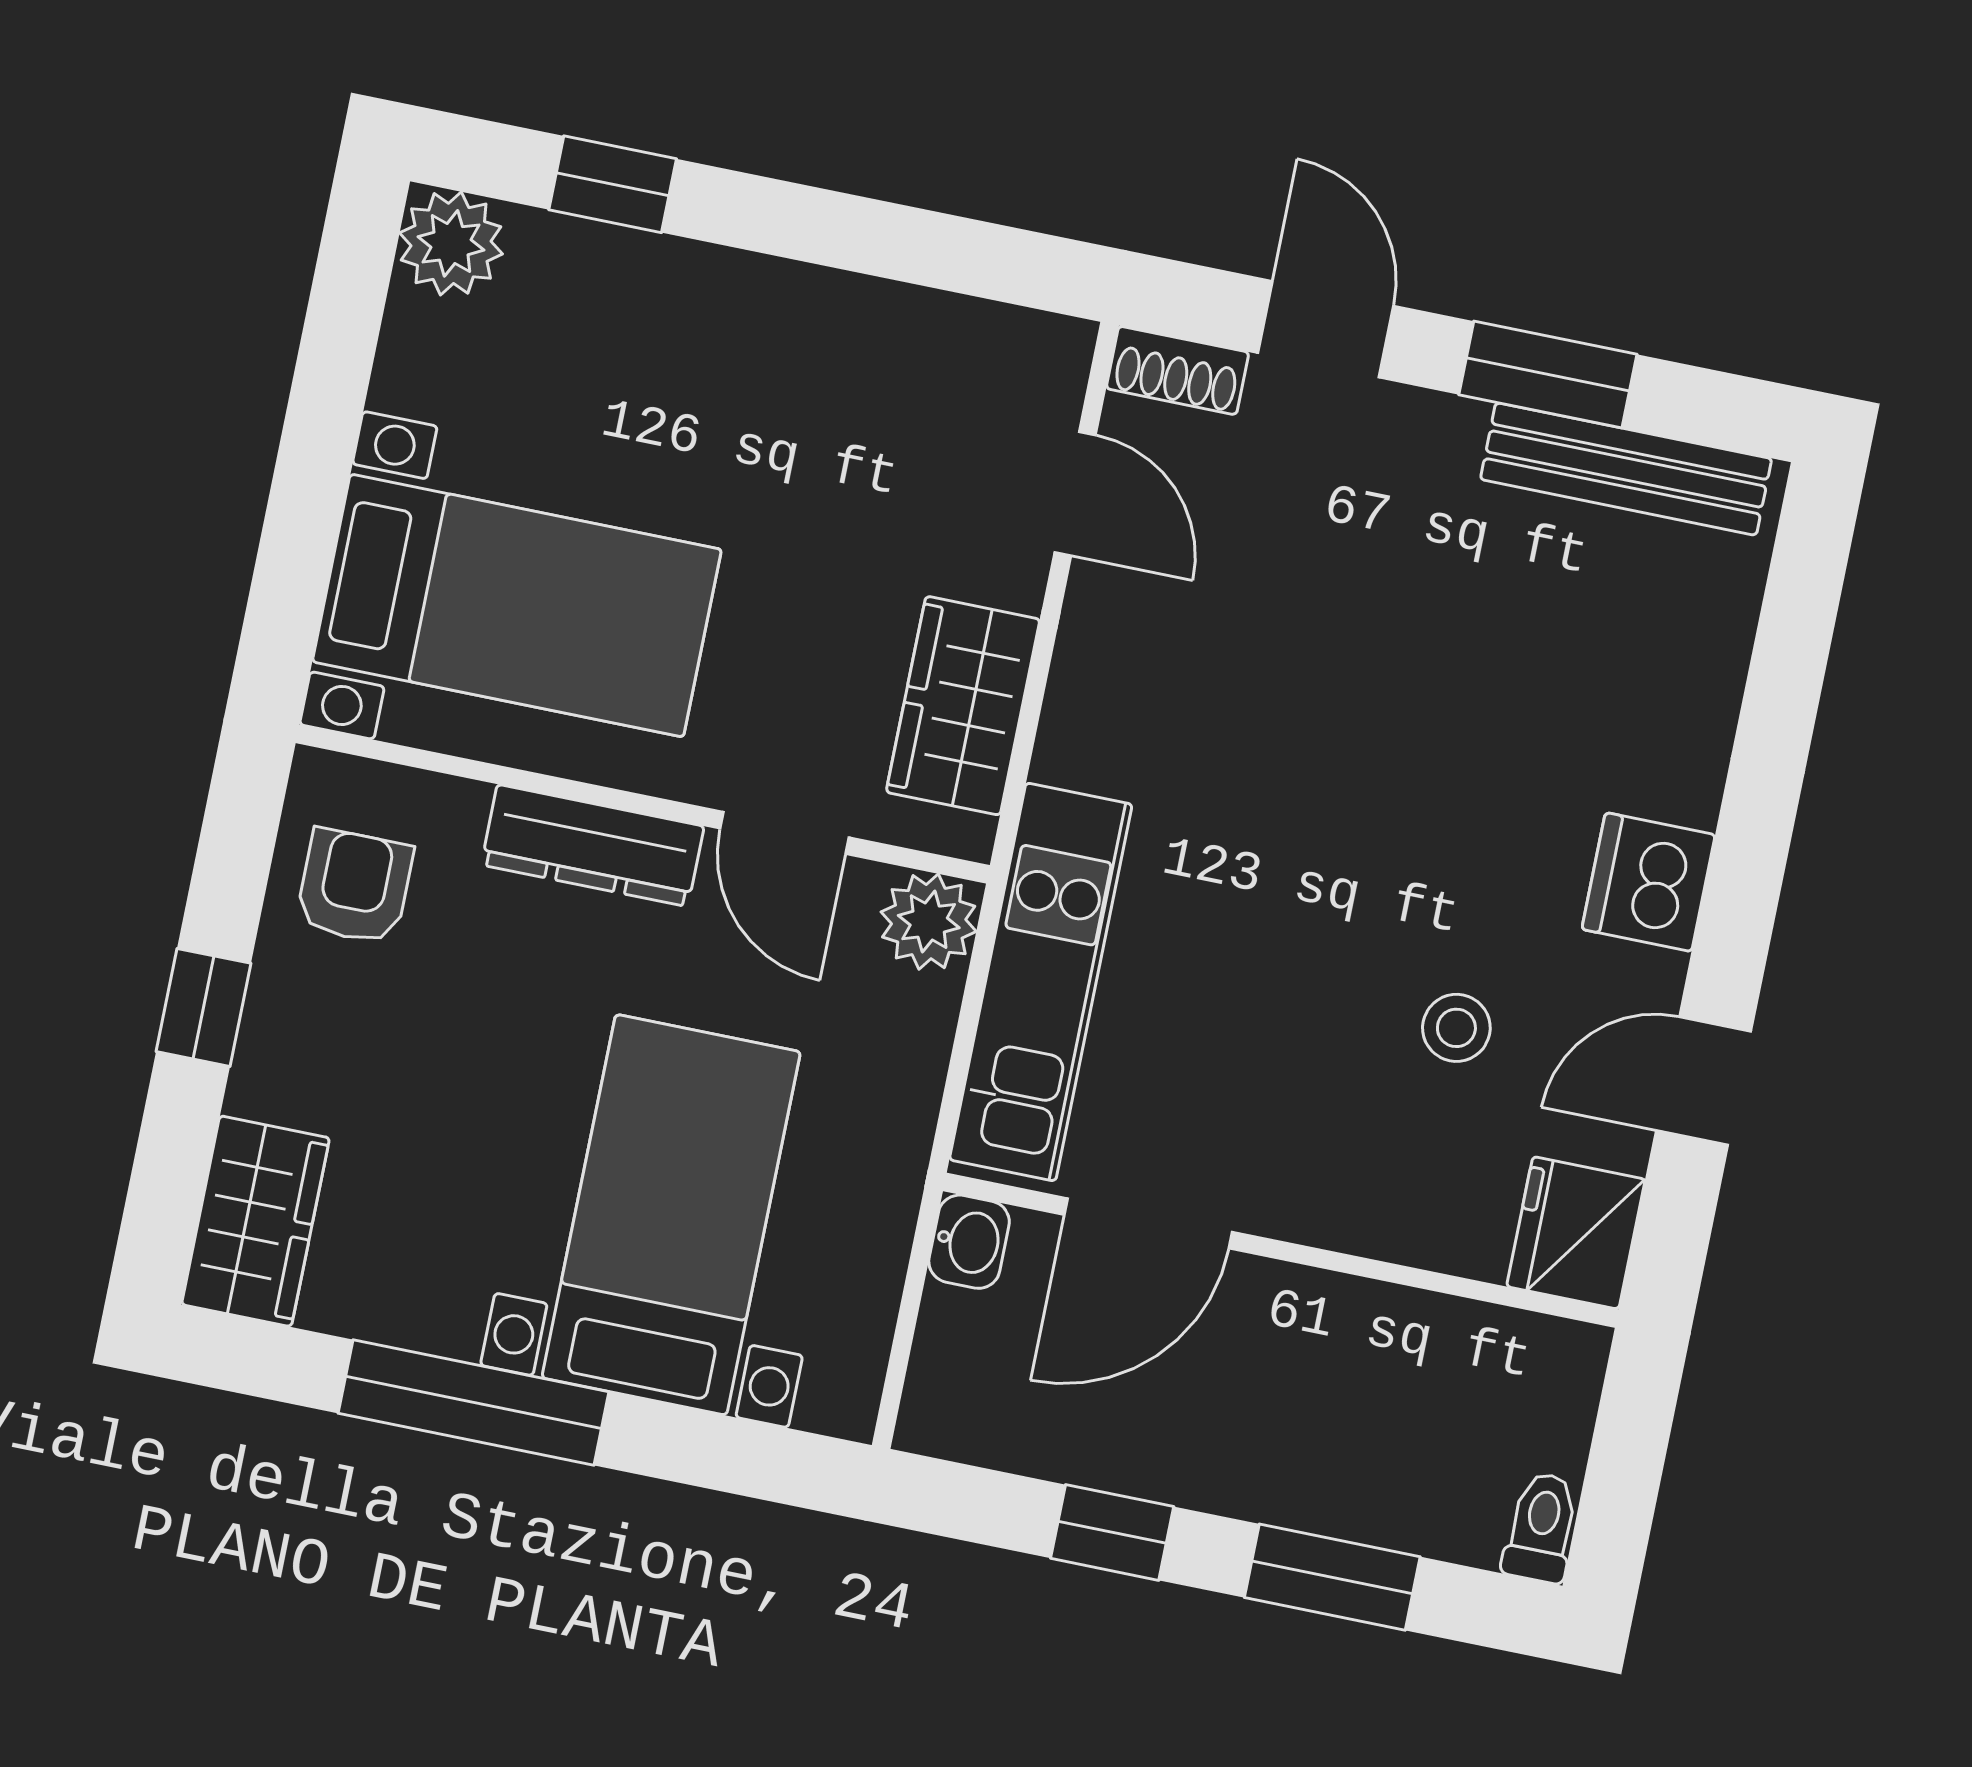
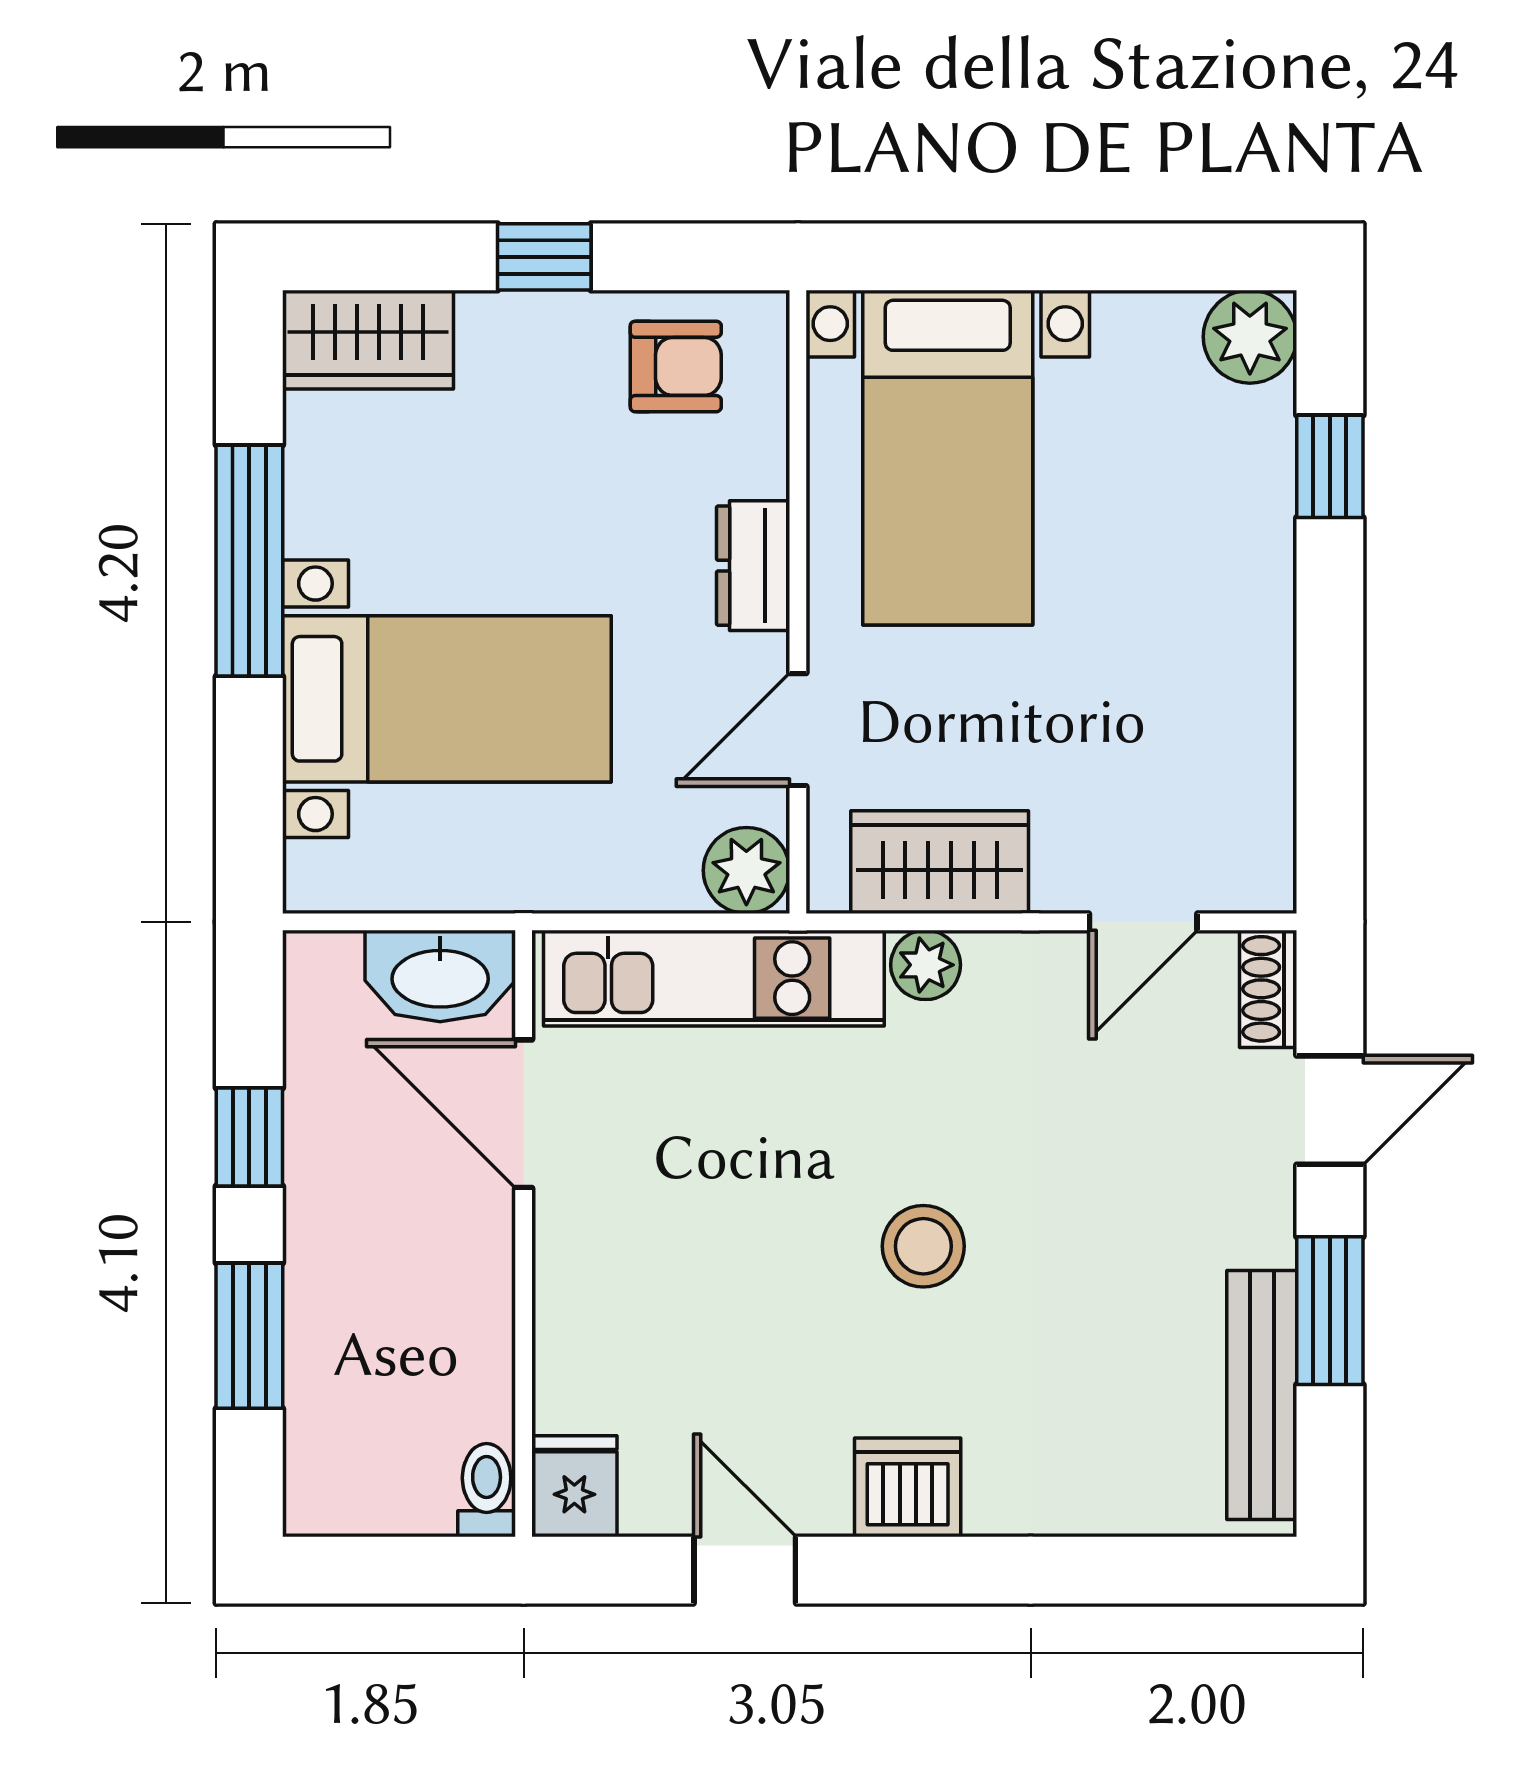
plant: (1074, 744) -> (926, 965), added
dresser: (593, 846) -> (753, 566), width x0.70
stool: (1456, 1028) -> (923, 1246), moved, width x1.37, depth x1.37
fridge: (1576, 1233) -> (574, 1486), width x0.72
washbasin: (969, 1242) -> (440, 976), width x1.91, depth x1.45
toilet: (1541, 1527) -> (487, 1490), moved, turned -90

